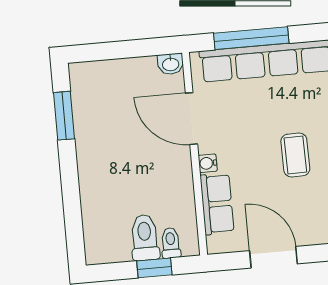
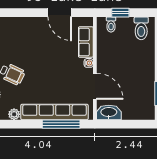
washbasin: (171, 64) -> (109, 112), width x1.91, depth x1.45
coffee table: (295, 155) -> (44, 63), removed
toilet: (145, 238) -> (141, 28), moved

